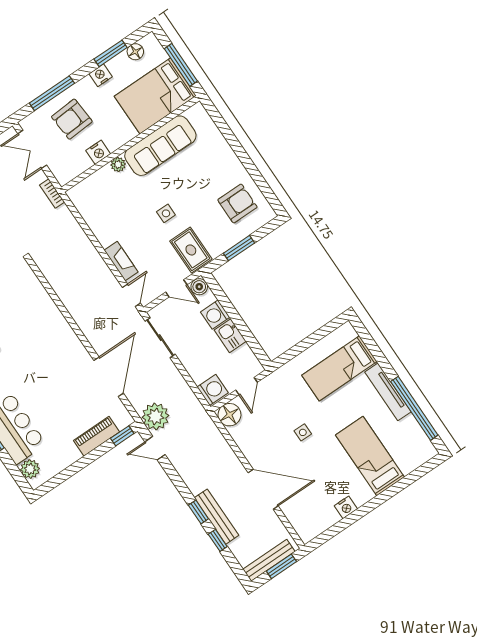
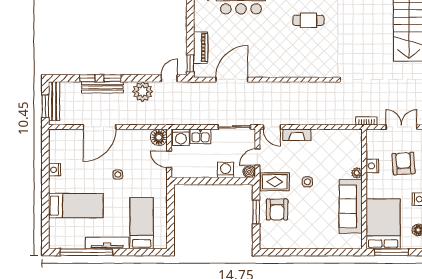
armchair: (237, 204) -> (277, 209), moved
kitchen sink: (230, 336) -> (200, 136), moved, turned 180
door: (109, 377) -> (232, 80), swing flipped
plant: (155, 416) -> (143, 92), moved

